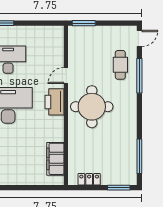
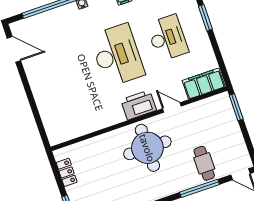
cafe table: (120, 65) -> (204, 163), turned 90
filing cabinet: (55, 159) -> (204, 84), moved

